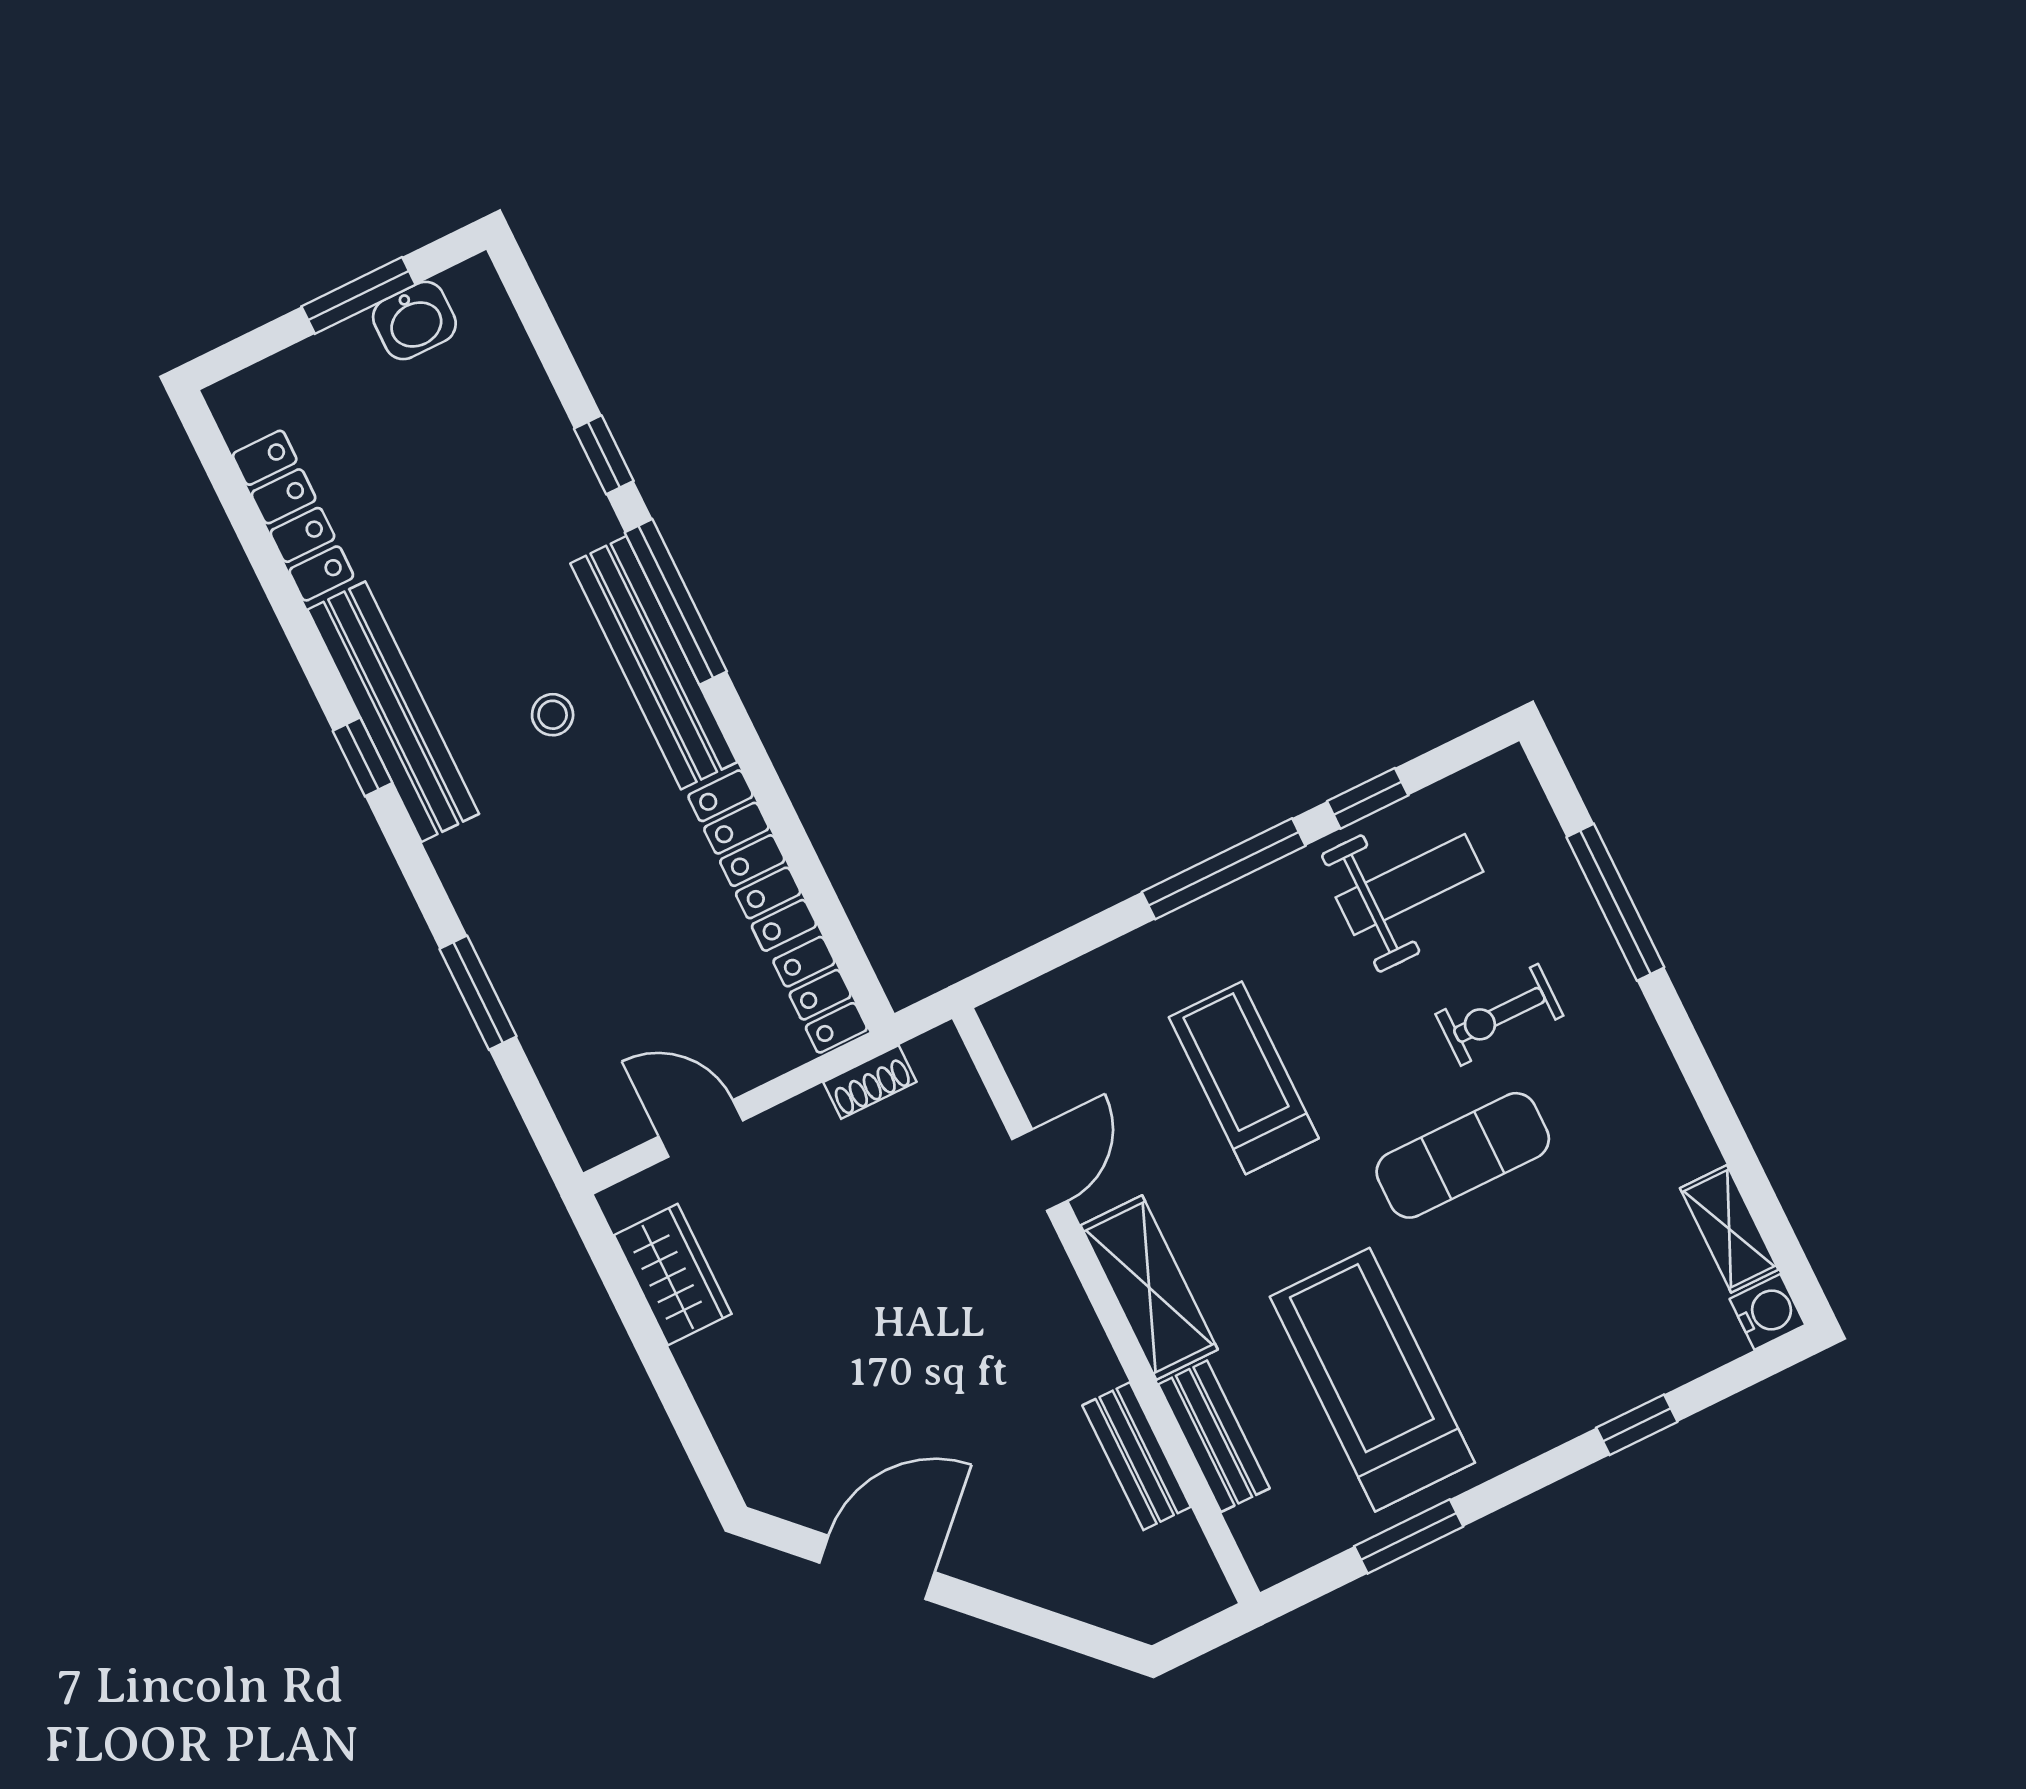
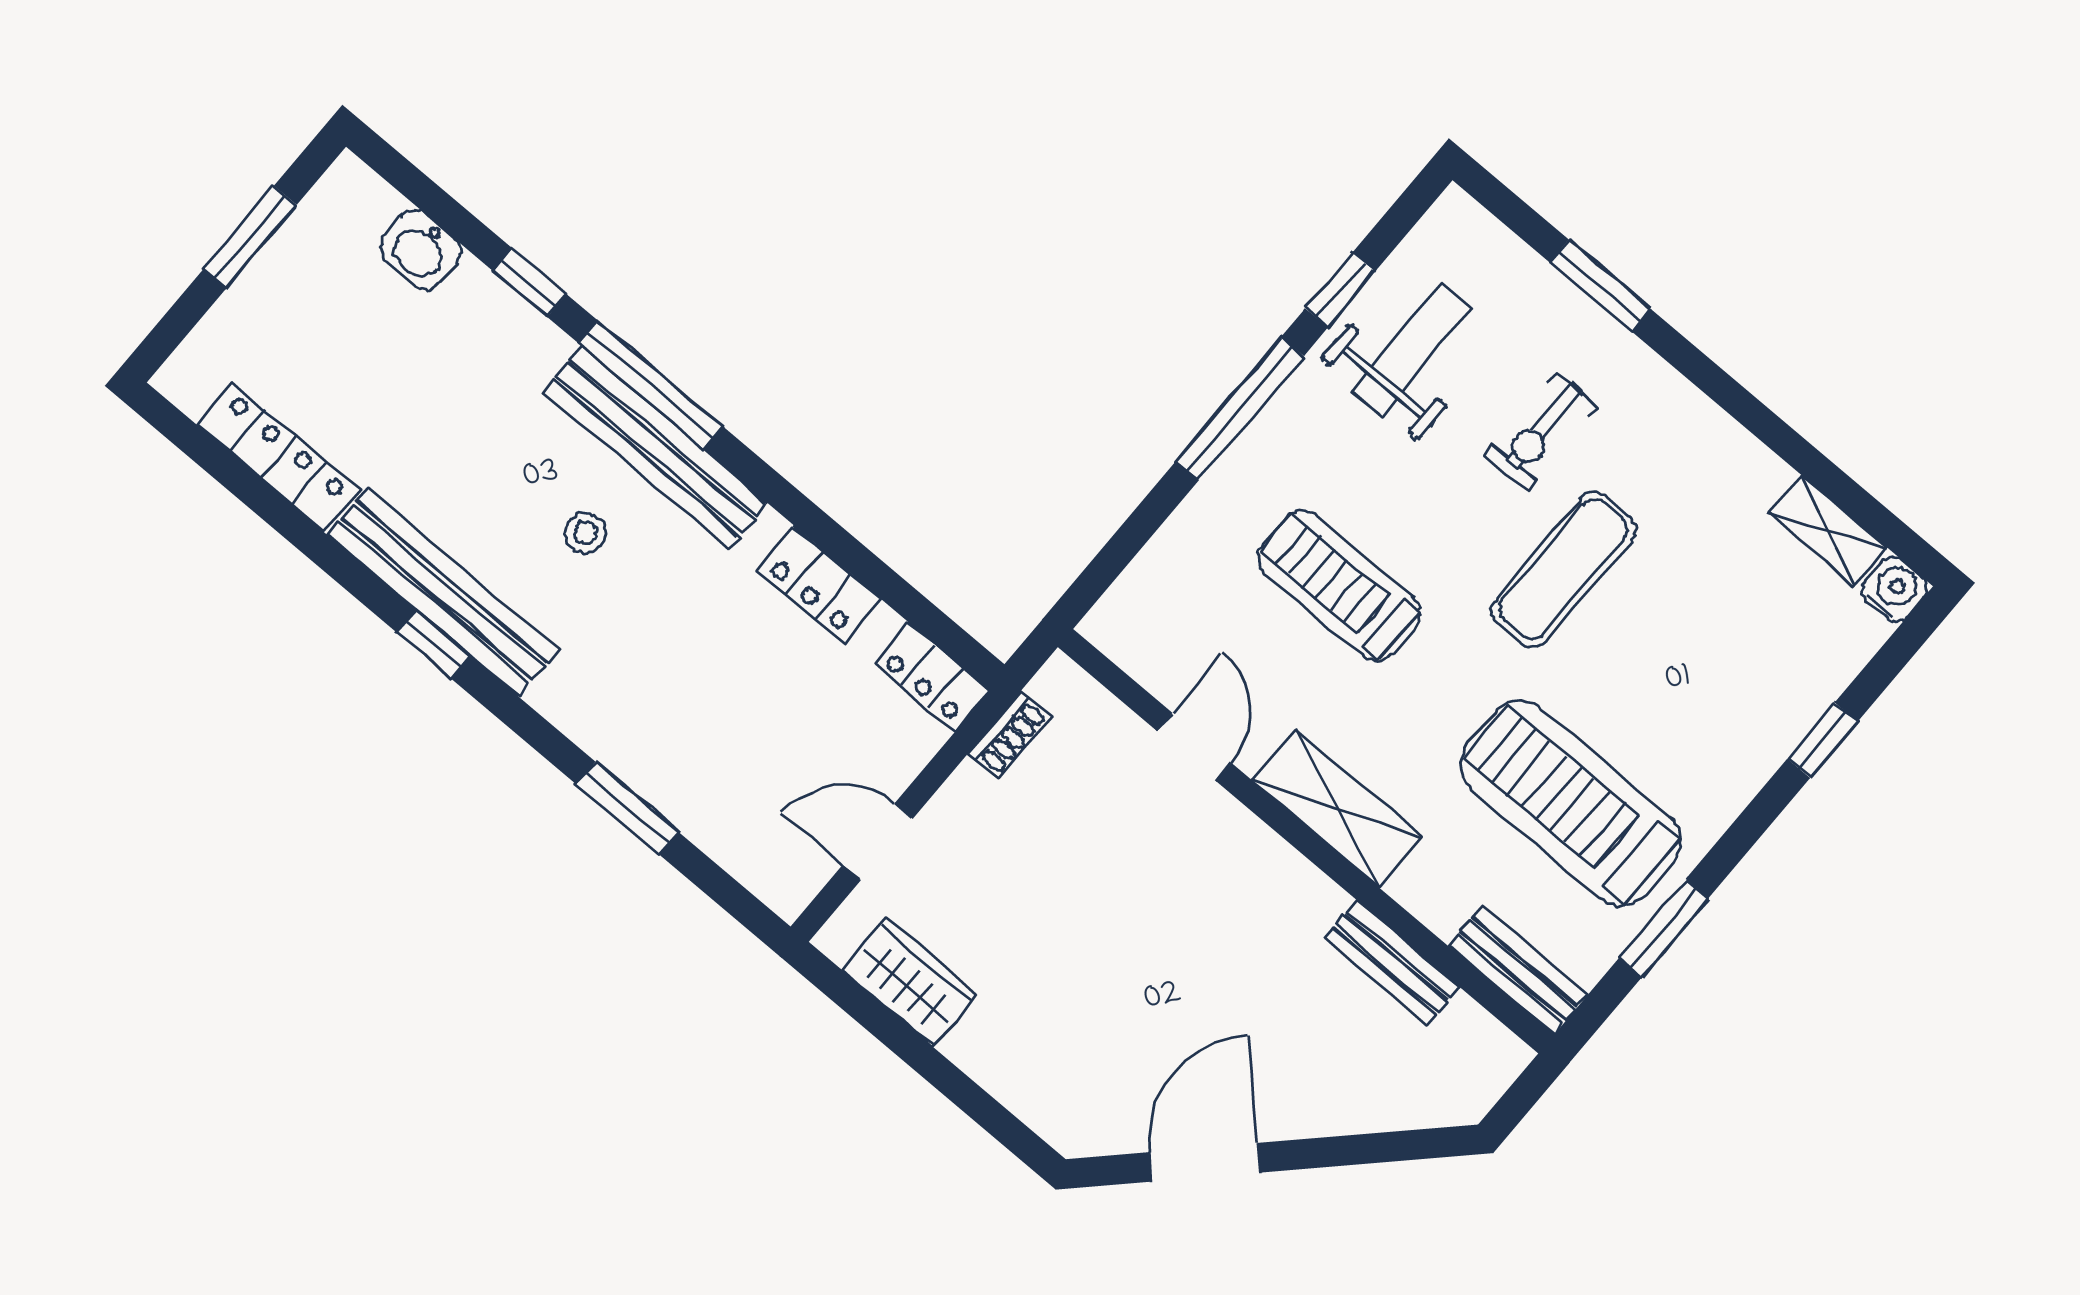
washbasin: (414, 321) -> (420, 250), moved, turned 90
locker: (752, 861) -> (819, 584), width x0.66
window: (1615, 902) -> (1600, 286), width x0.69
bench: (1214, 1436) -> (1518, 971), moved

